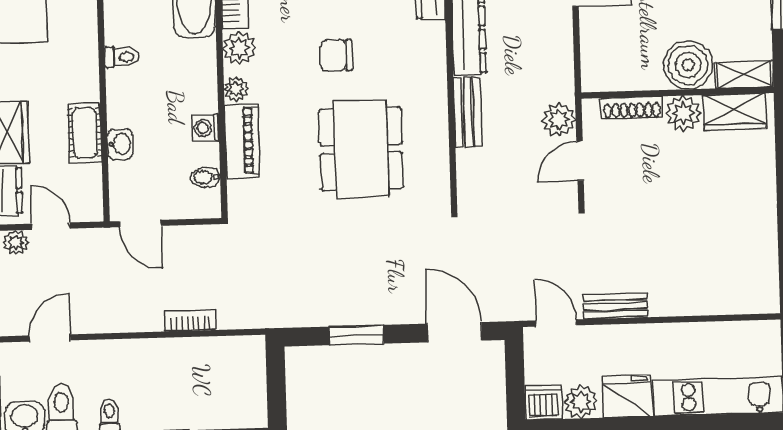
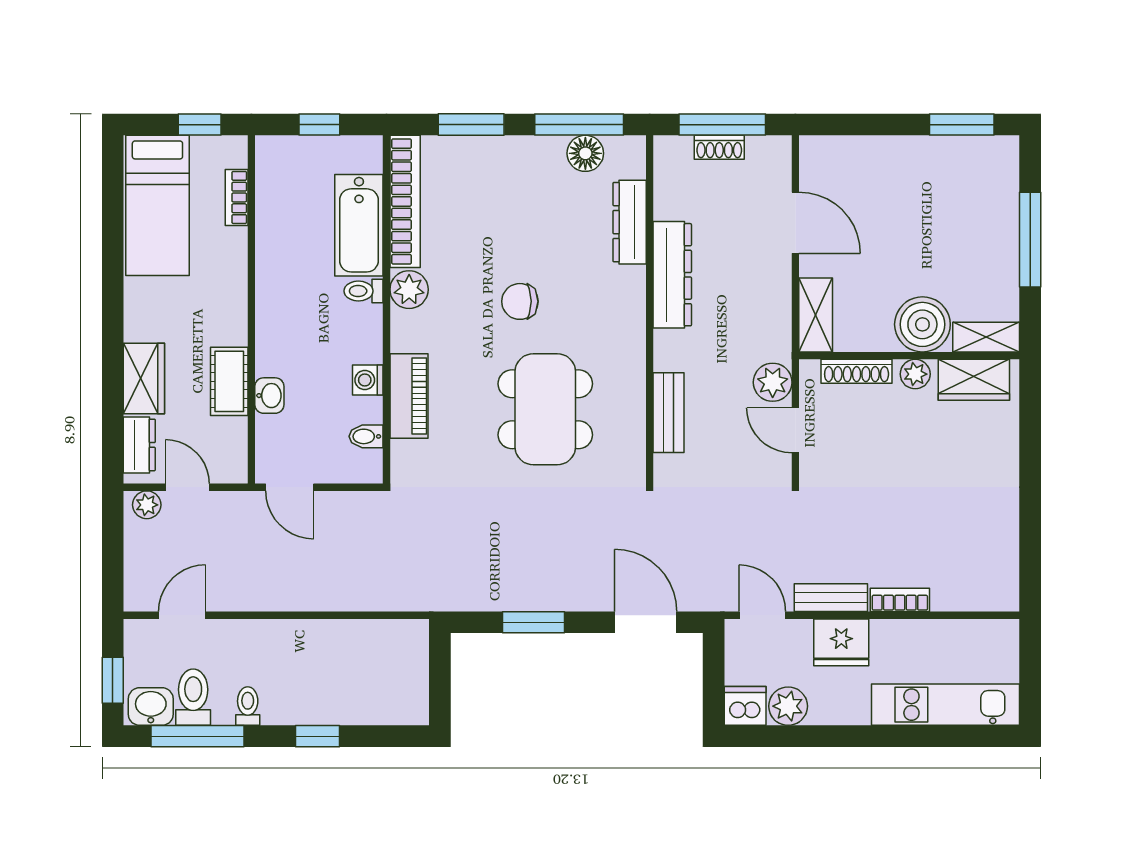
toilet: (122, 57) -> (364, 291), moved, turned 180
shelving: (595, 60) -> (816, 315), added
plant: (236, 89) -> (404, 337), removed
bench: (468, 112) -> (668, 413), moved
plant: (683, 113) -> (915, 374), width x0.73, depth x0.73
door: (580, 161) -> (795, 430), hinge flipped
bookcase: (191, 320) -> (900, 600), moved
fridge: (627, 397) -> (841, 642), moved, turned 180

